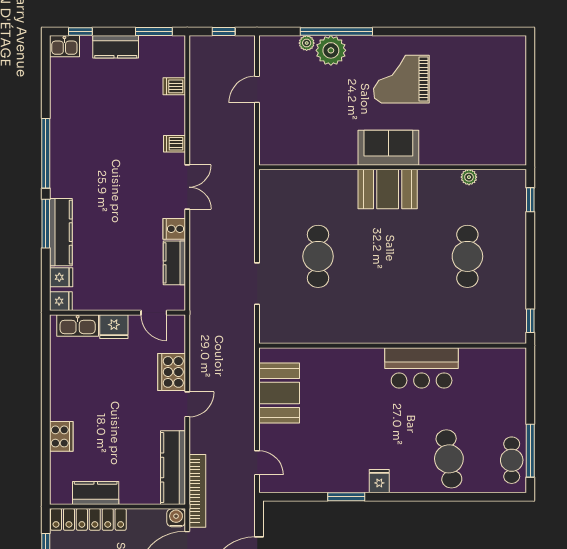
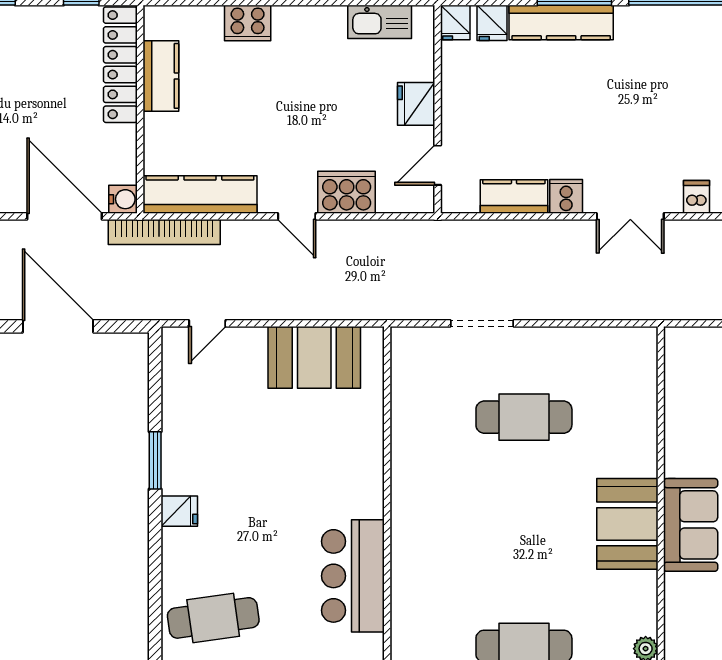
kitchen sink: (78, 325) -> (380, 22), moved, turned -90

